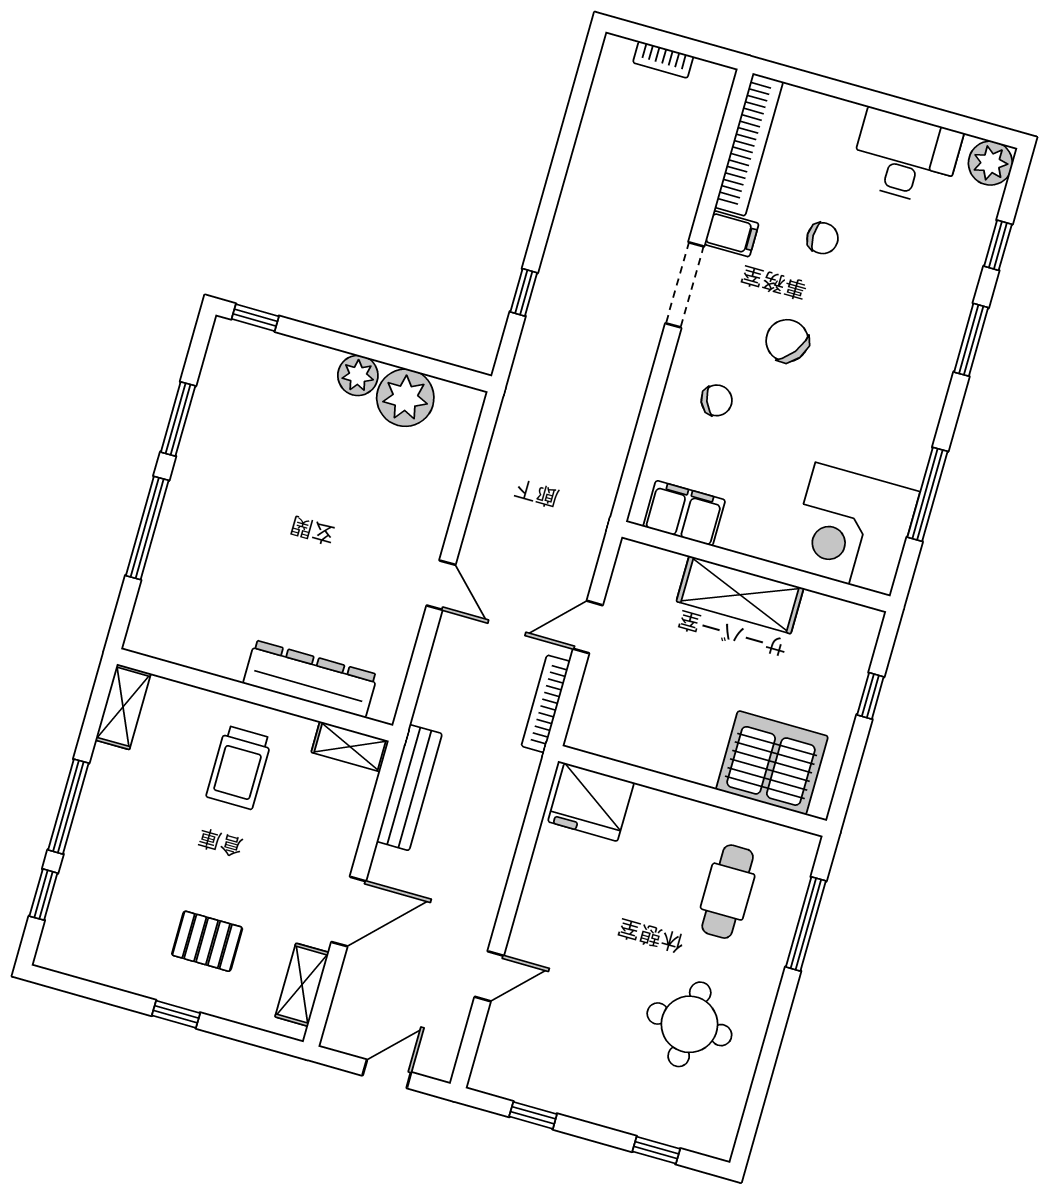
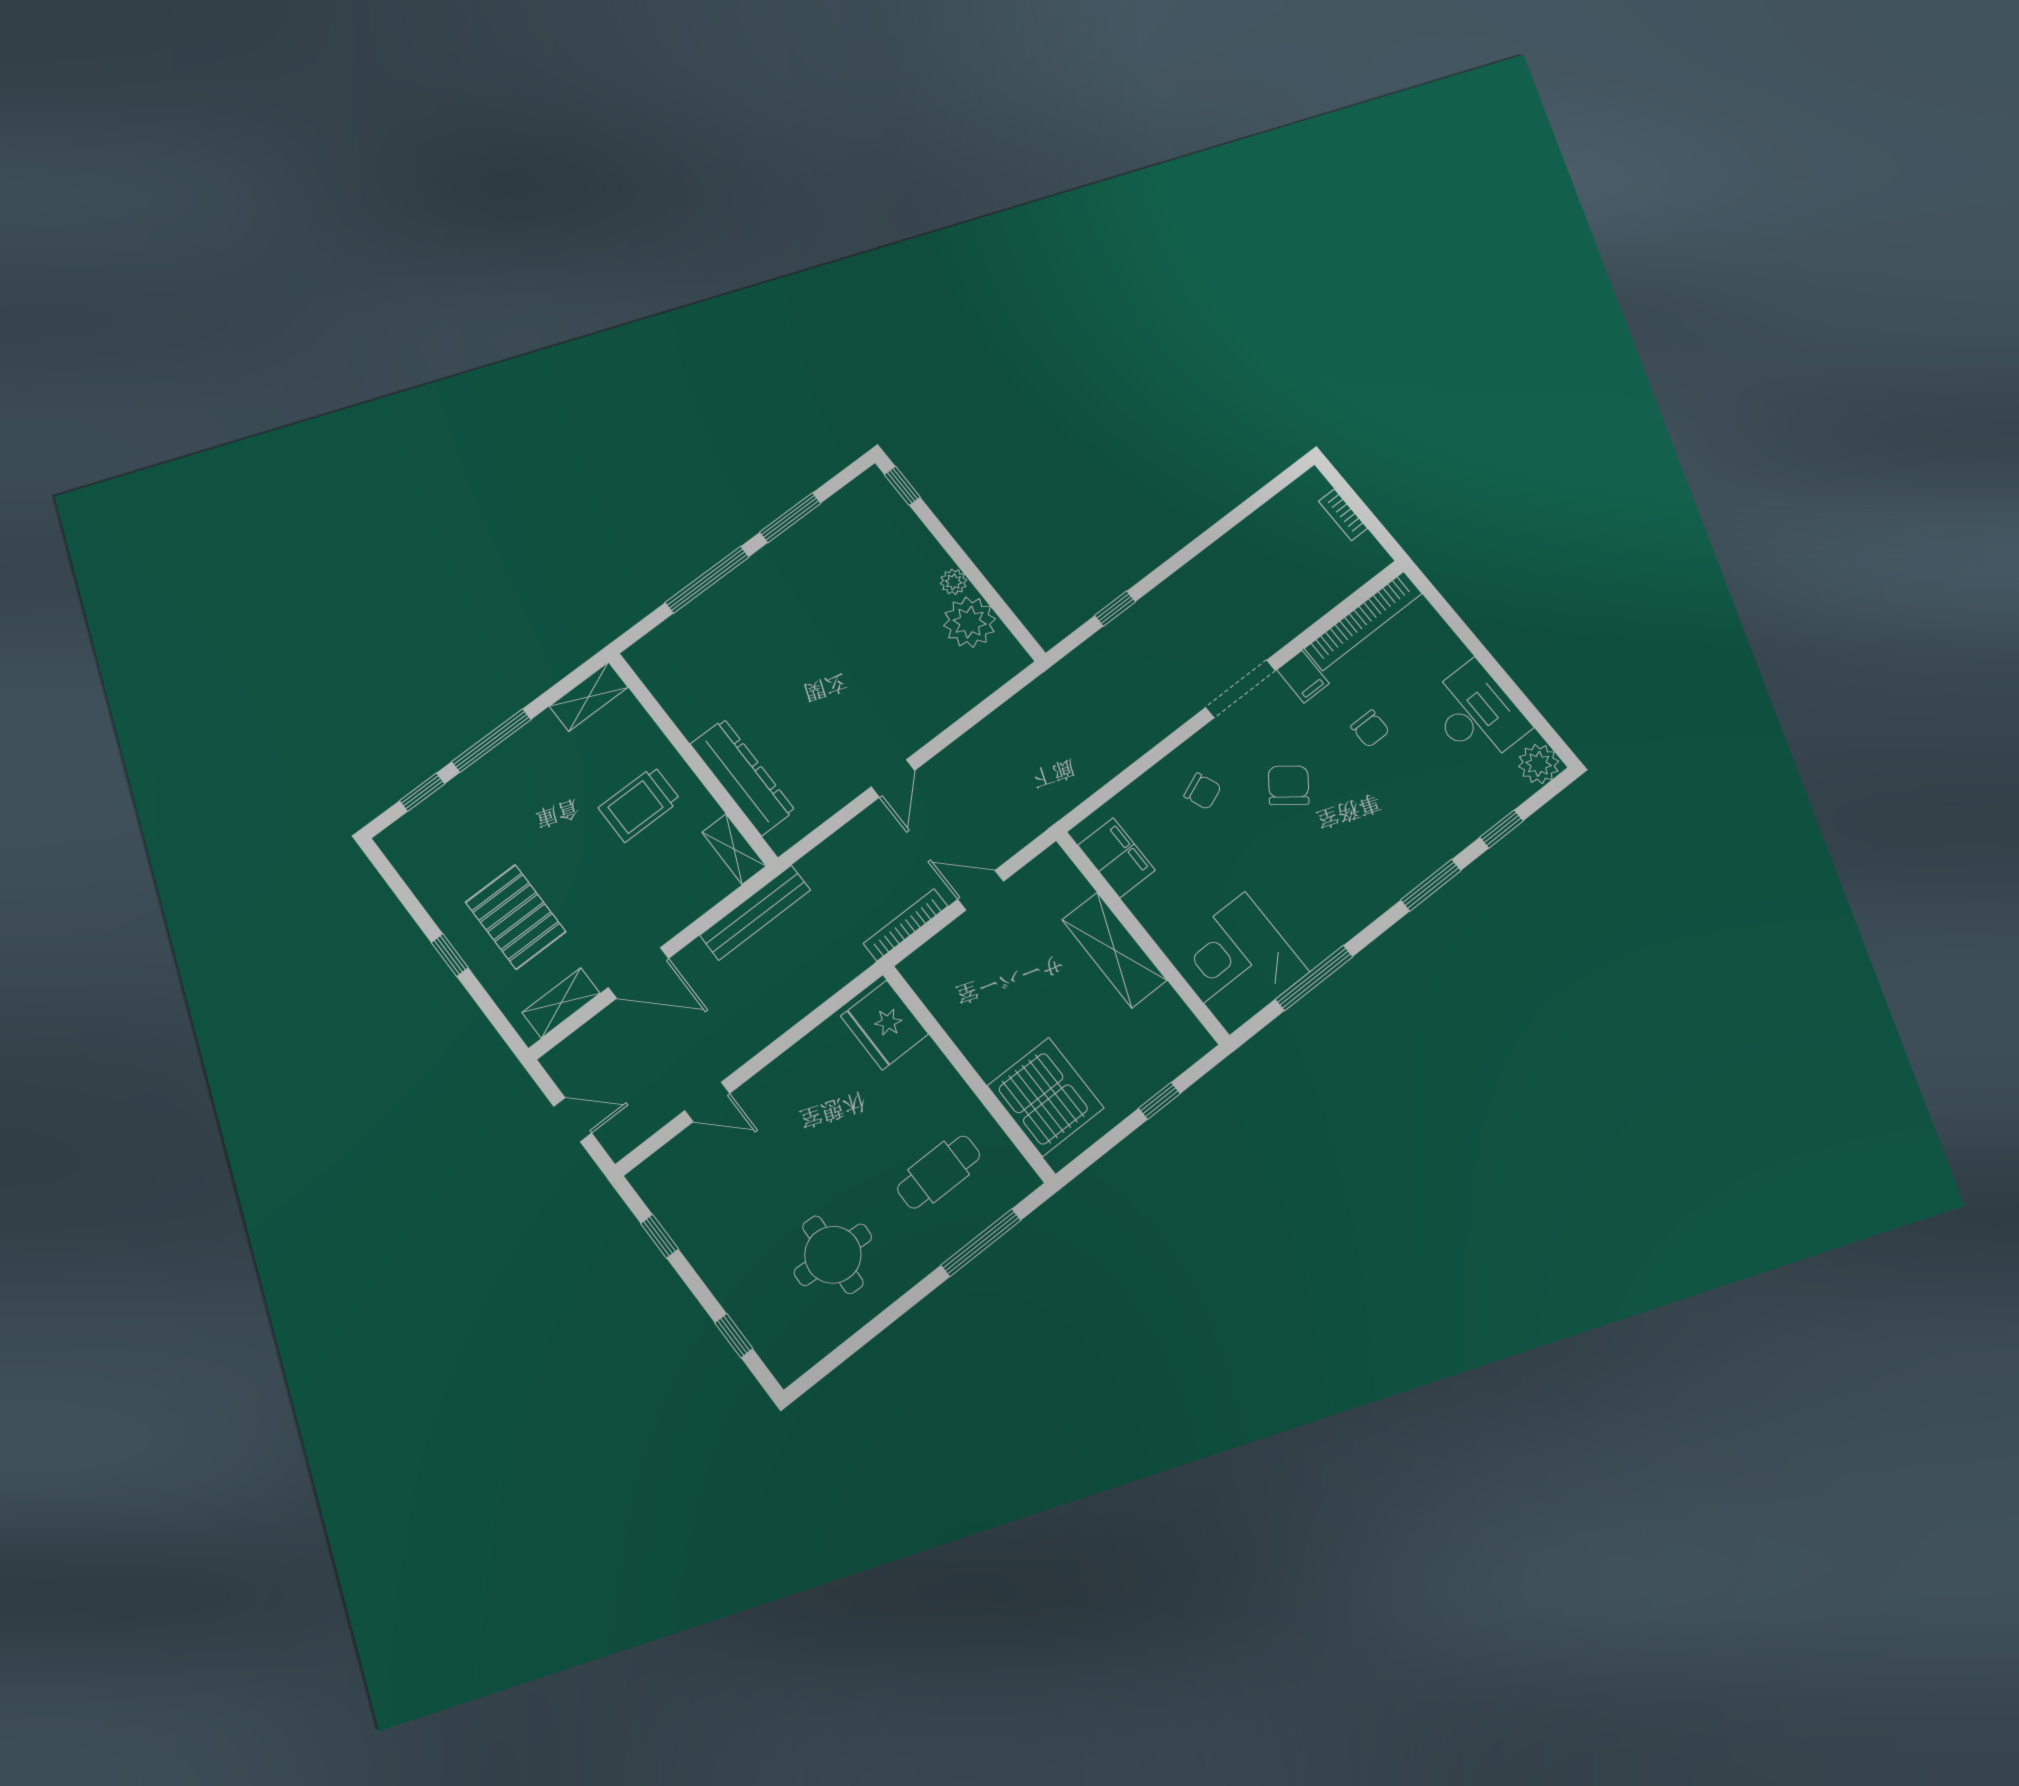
plant: (358, 375) -> (954, 582), width x0.73, depth x0.73
pallet: (207, 941) -> (516, 917), width x1.50, depth x1.42

